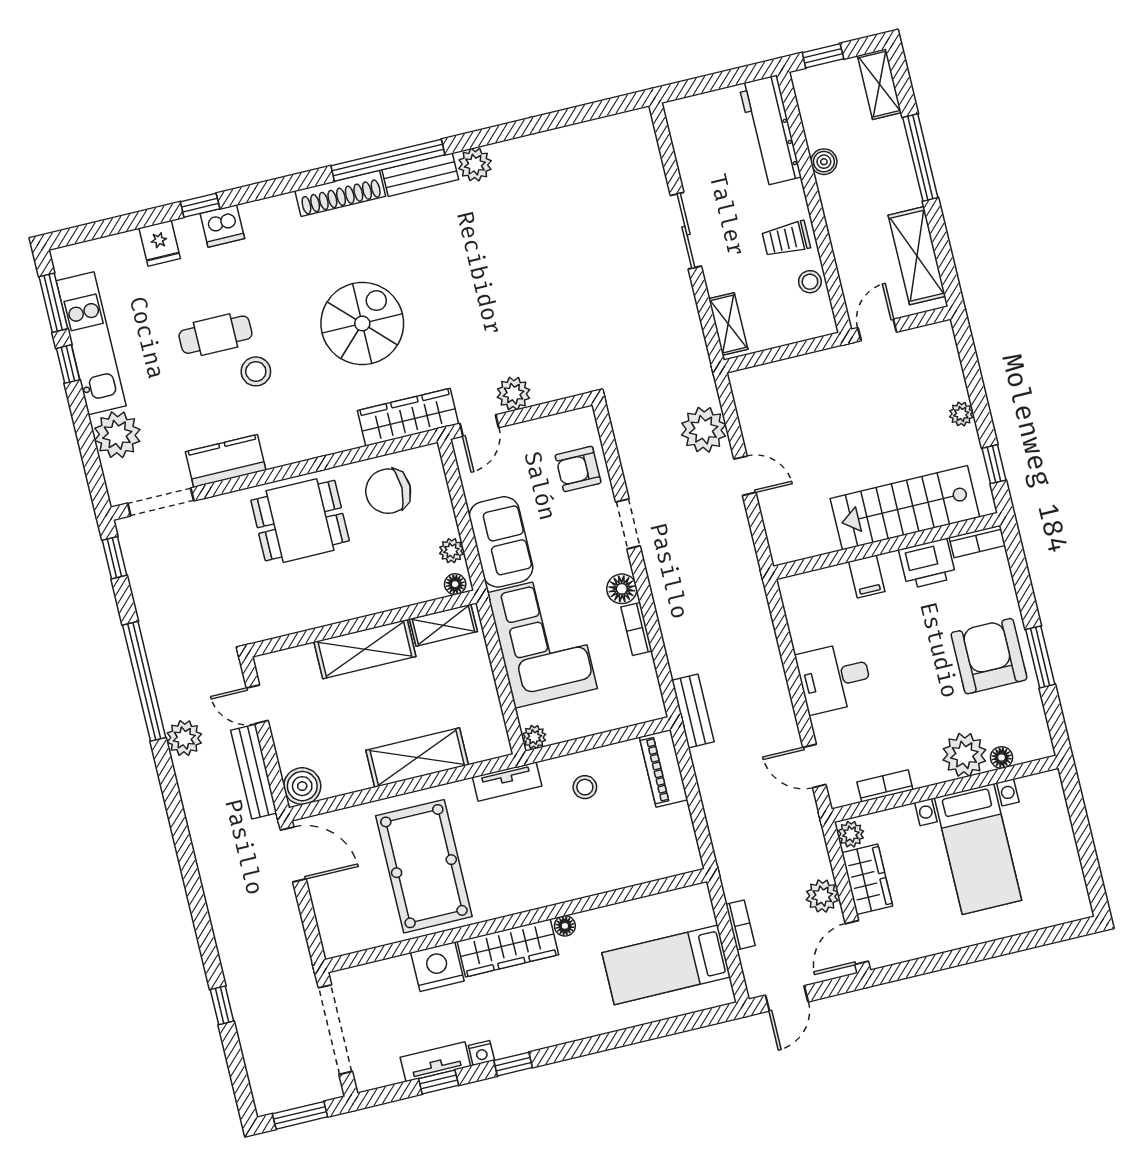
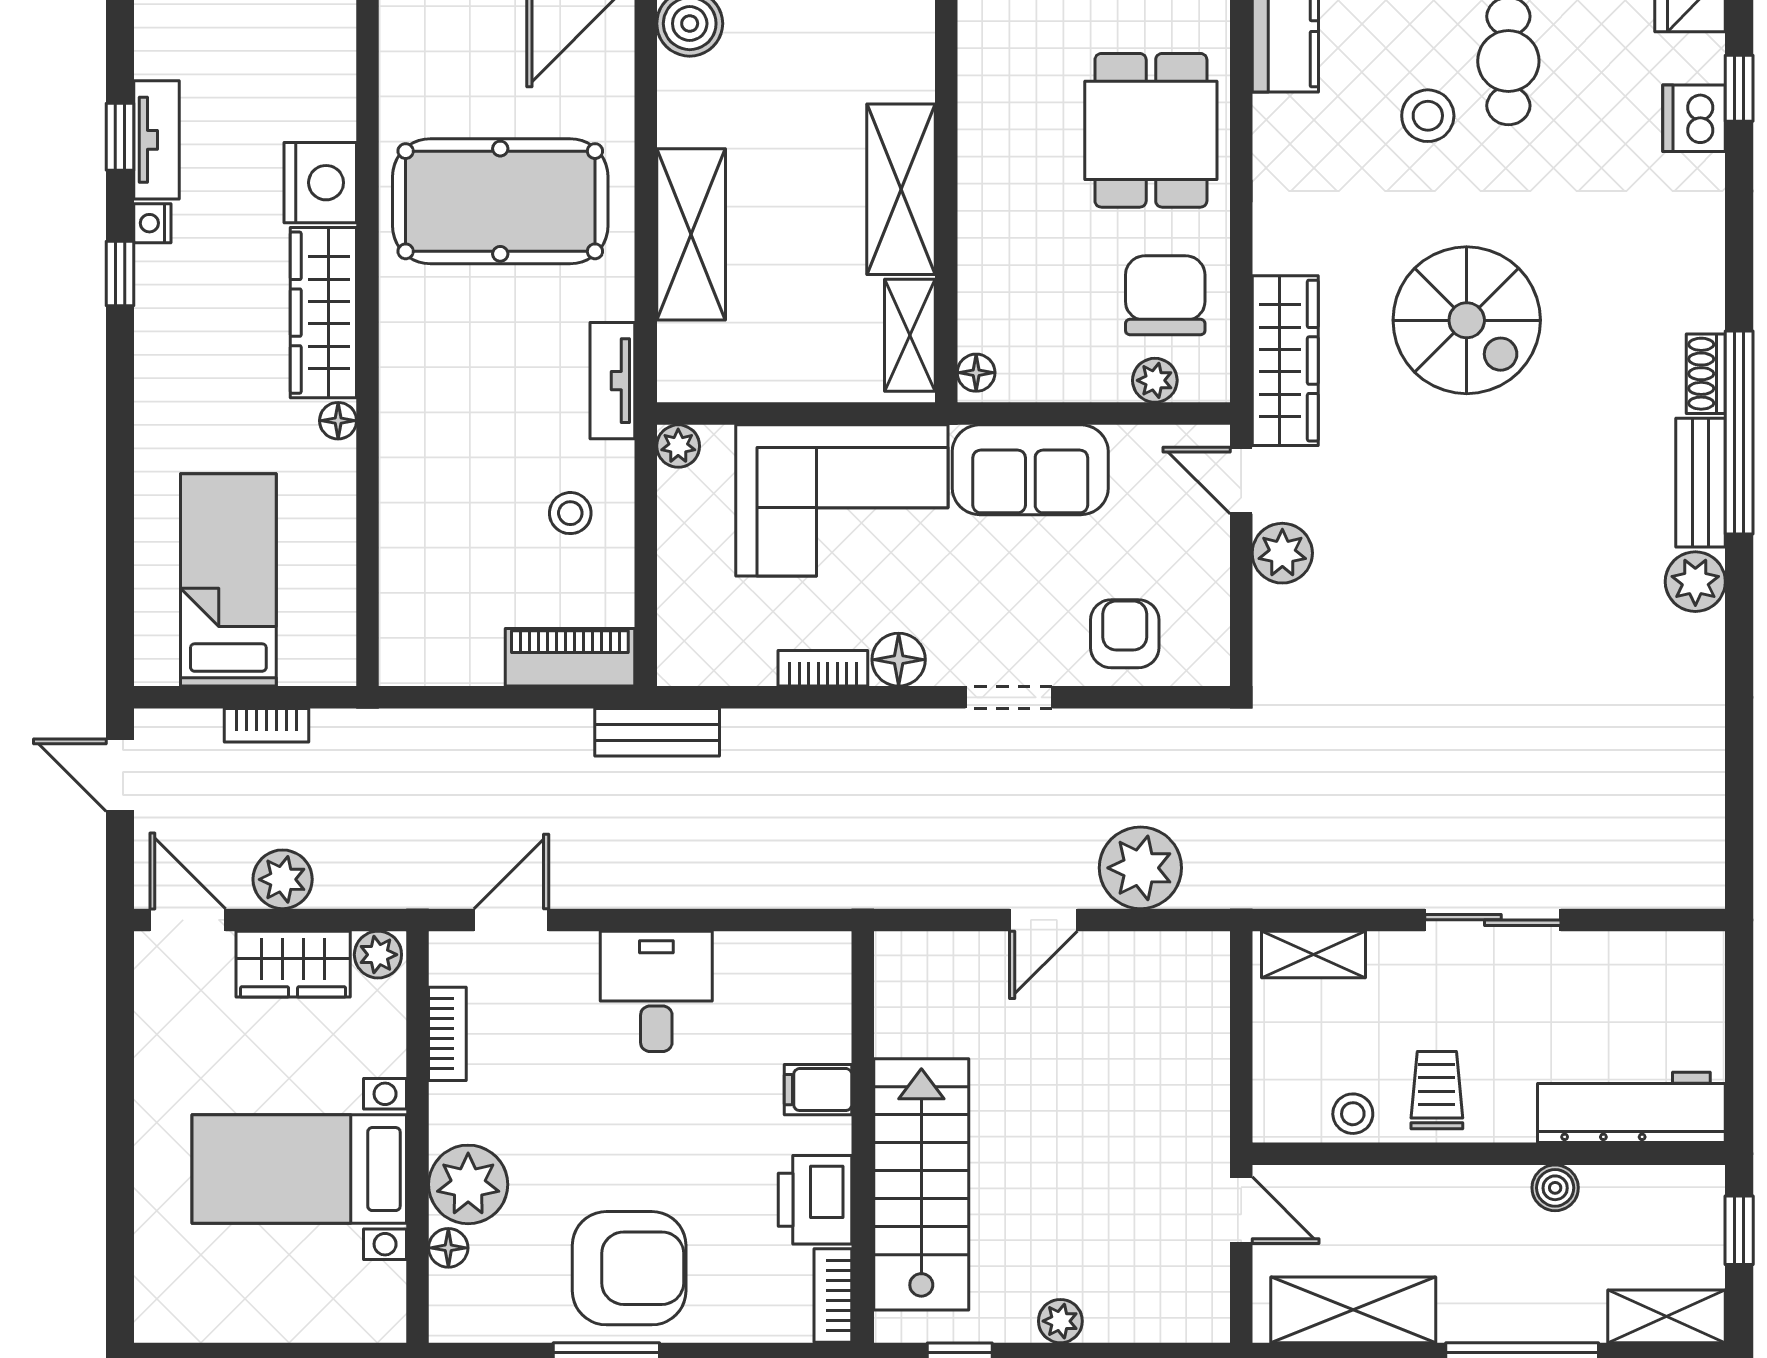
shoe rack: (340, 193) -> (1706, 374), width x0.51, depth x0.81
plant: (451, 551) -> (1155, 380), moved

